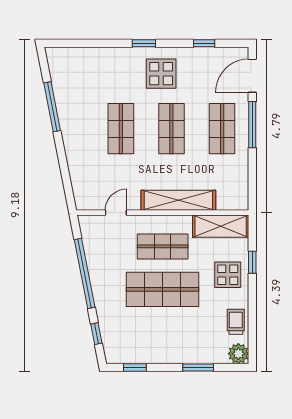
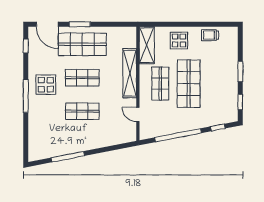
window: (144, 43) -> (26, 96), width x2.17
window: (204, 43) -> (26, 46), moved
window: (252, 125) -> (80, 24), width x0.69
shop shelf: (222, 129) -> (82, 44), width x1.43, depth x1.36
window: (252, 262) -> (171, 24), removed
plant: (238, 354) -> (231, 33), removed
window: (198, 368) -> (240, 71), moved

